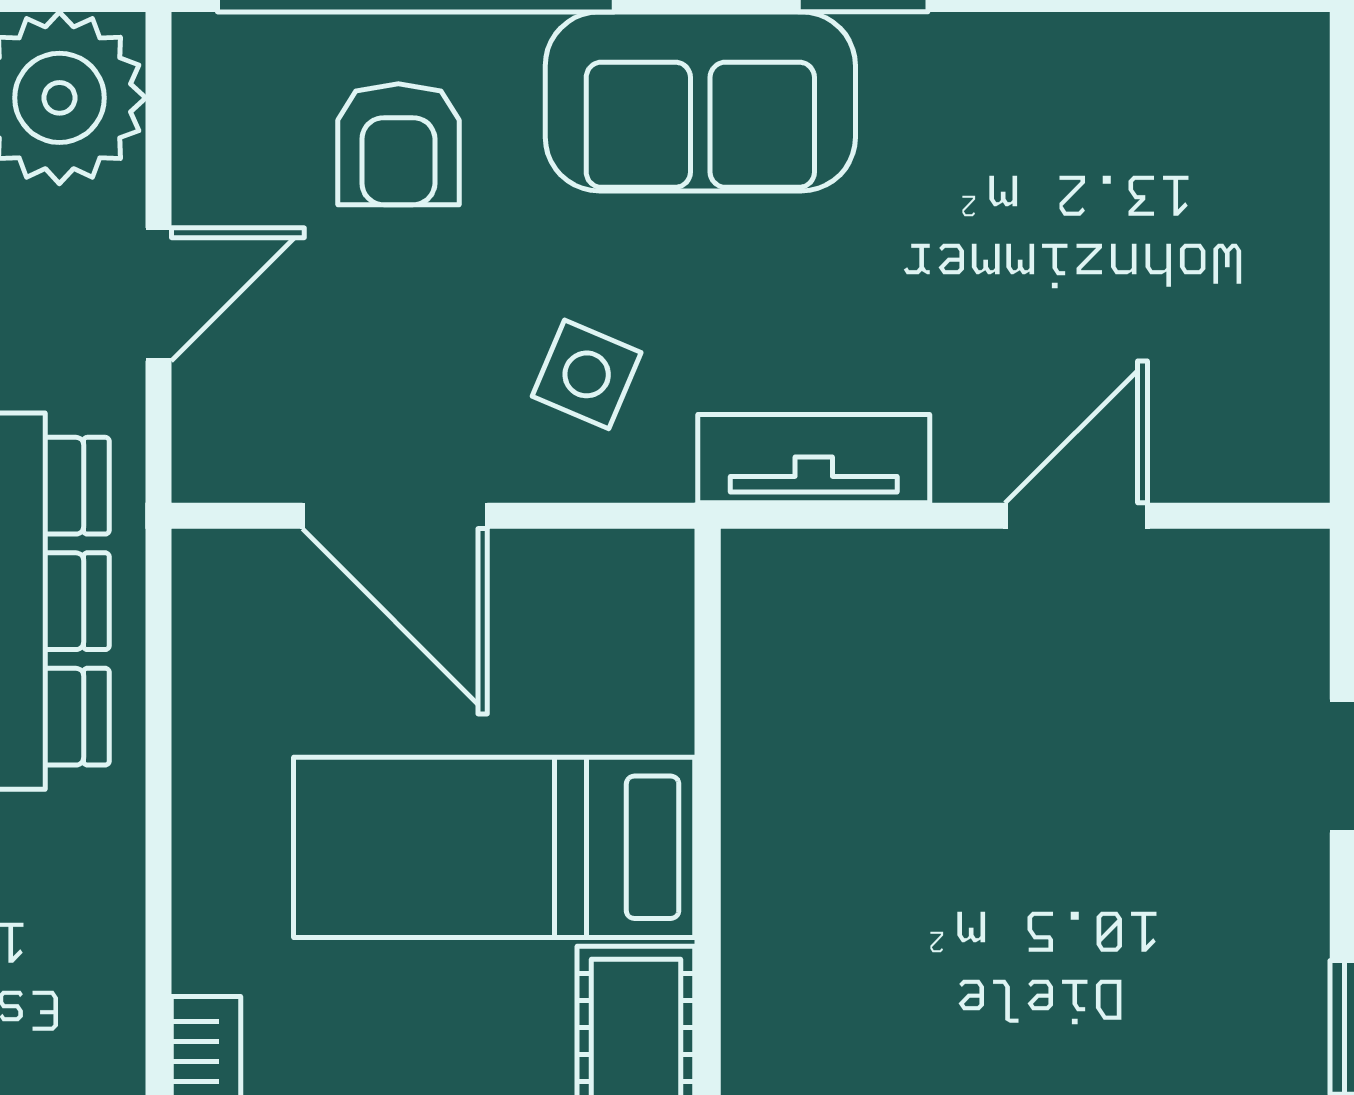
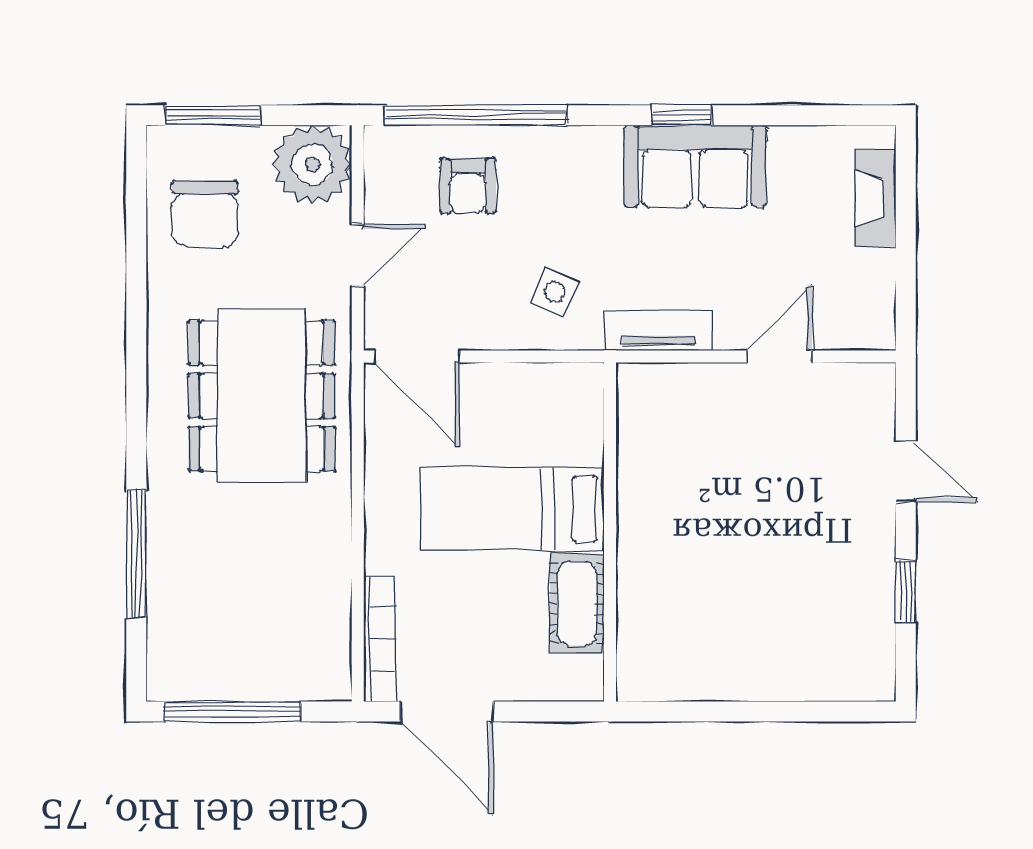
sofa: (700, 101) -> (695, 166), moved
fireplace: (1285, 171) -> (875, 198), added
door: (395, 516) -> (417, 356), moved

